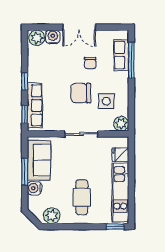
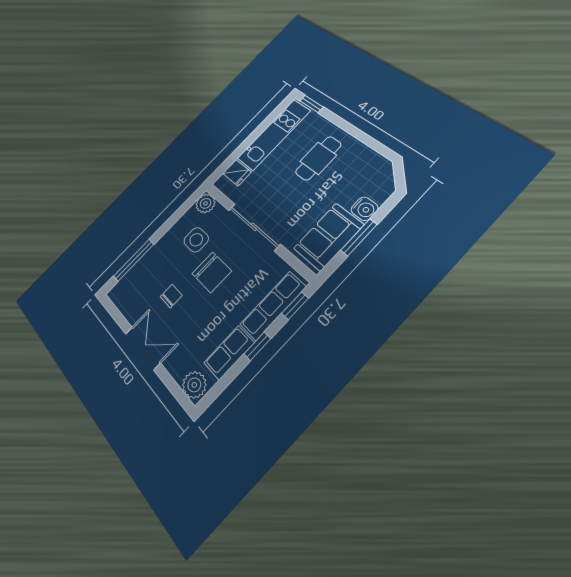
water cooler: (53, 37) -> (177, 367), removed
row of seats: (121, 55) -> (229, 353), moved, turned 180
sliding door: (81, 134) -> (254, 227), width x1.37
plant: (52, 216) -> (372, 162), removed

